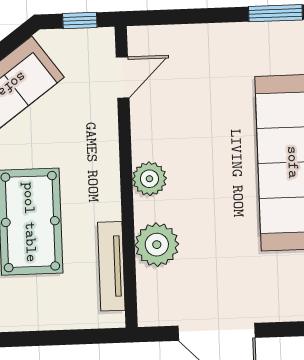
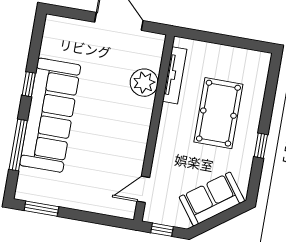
plant: (149, 179) -> (140, 124), removed

